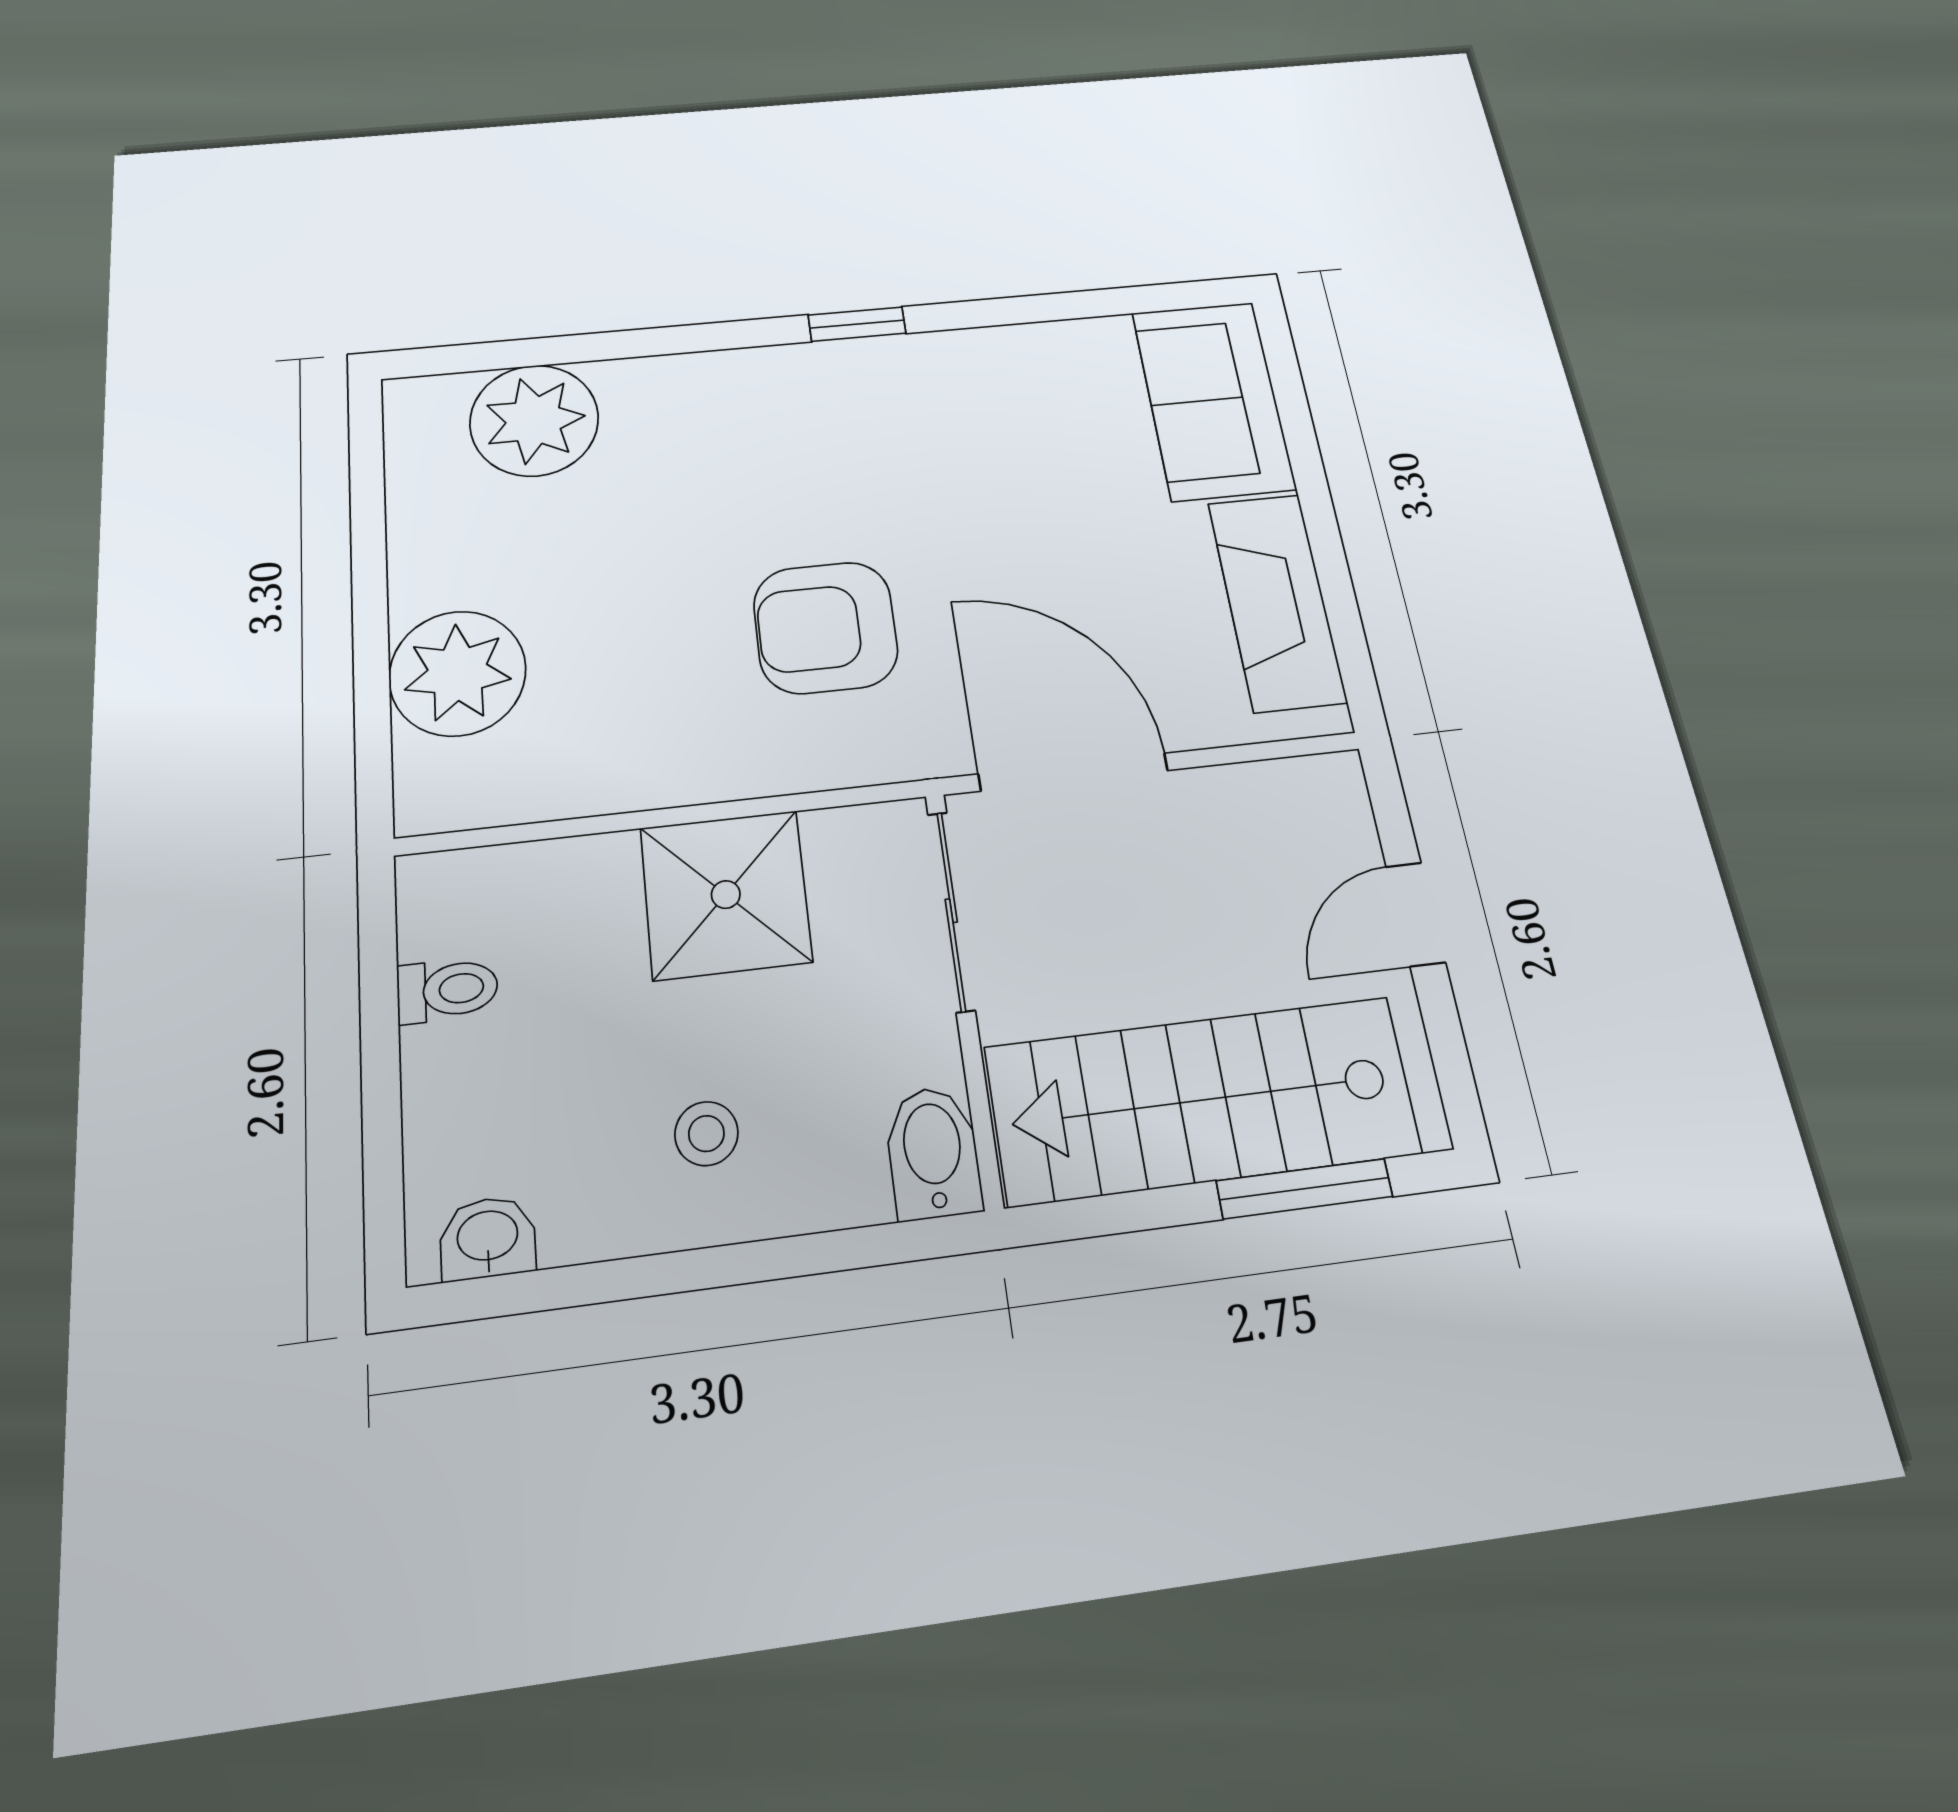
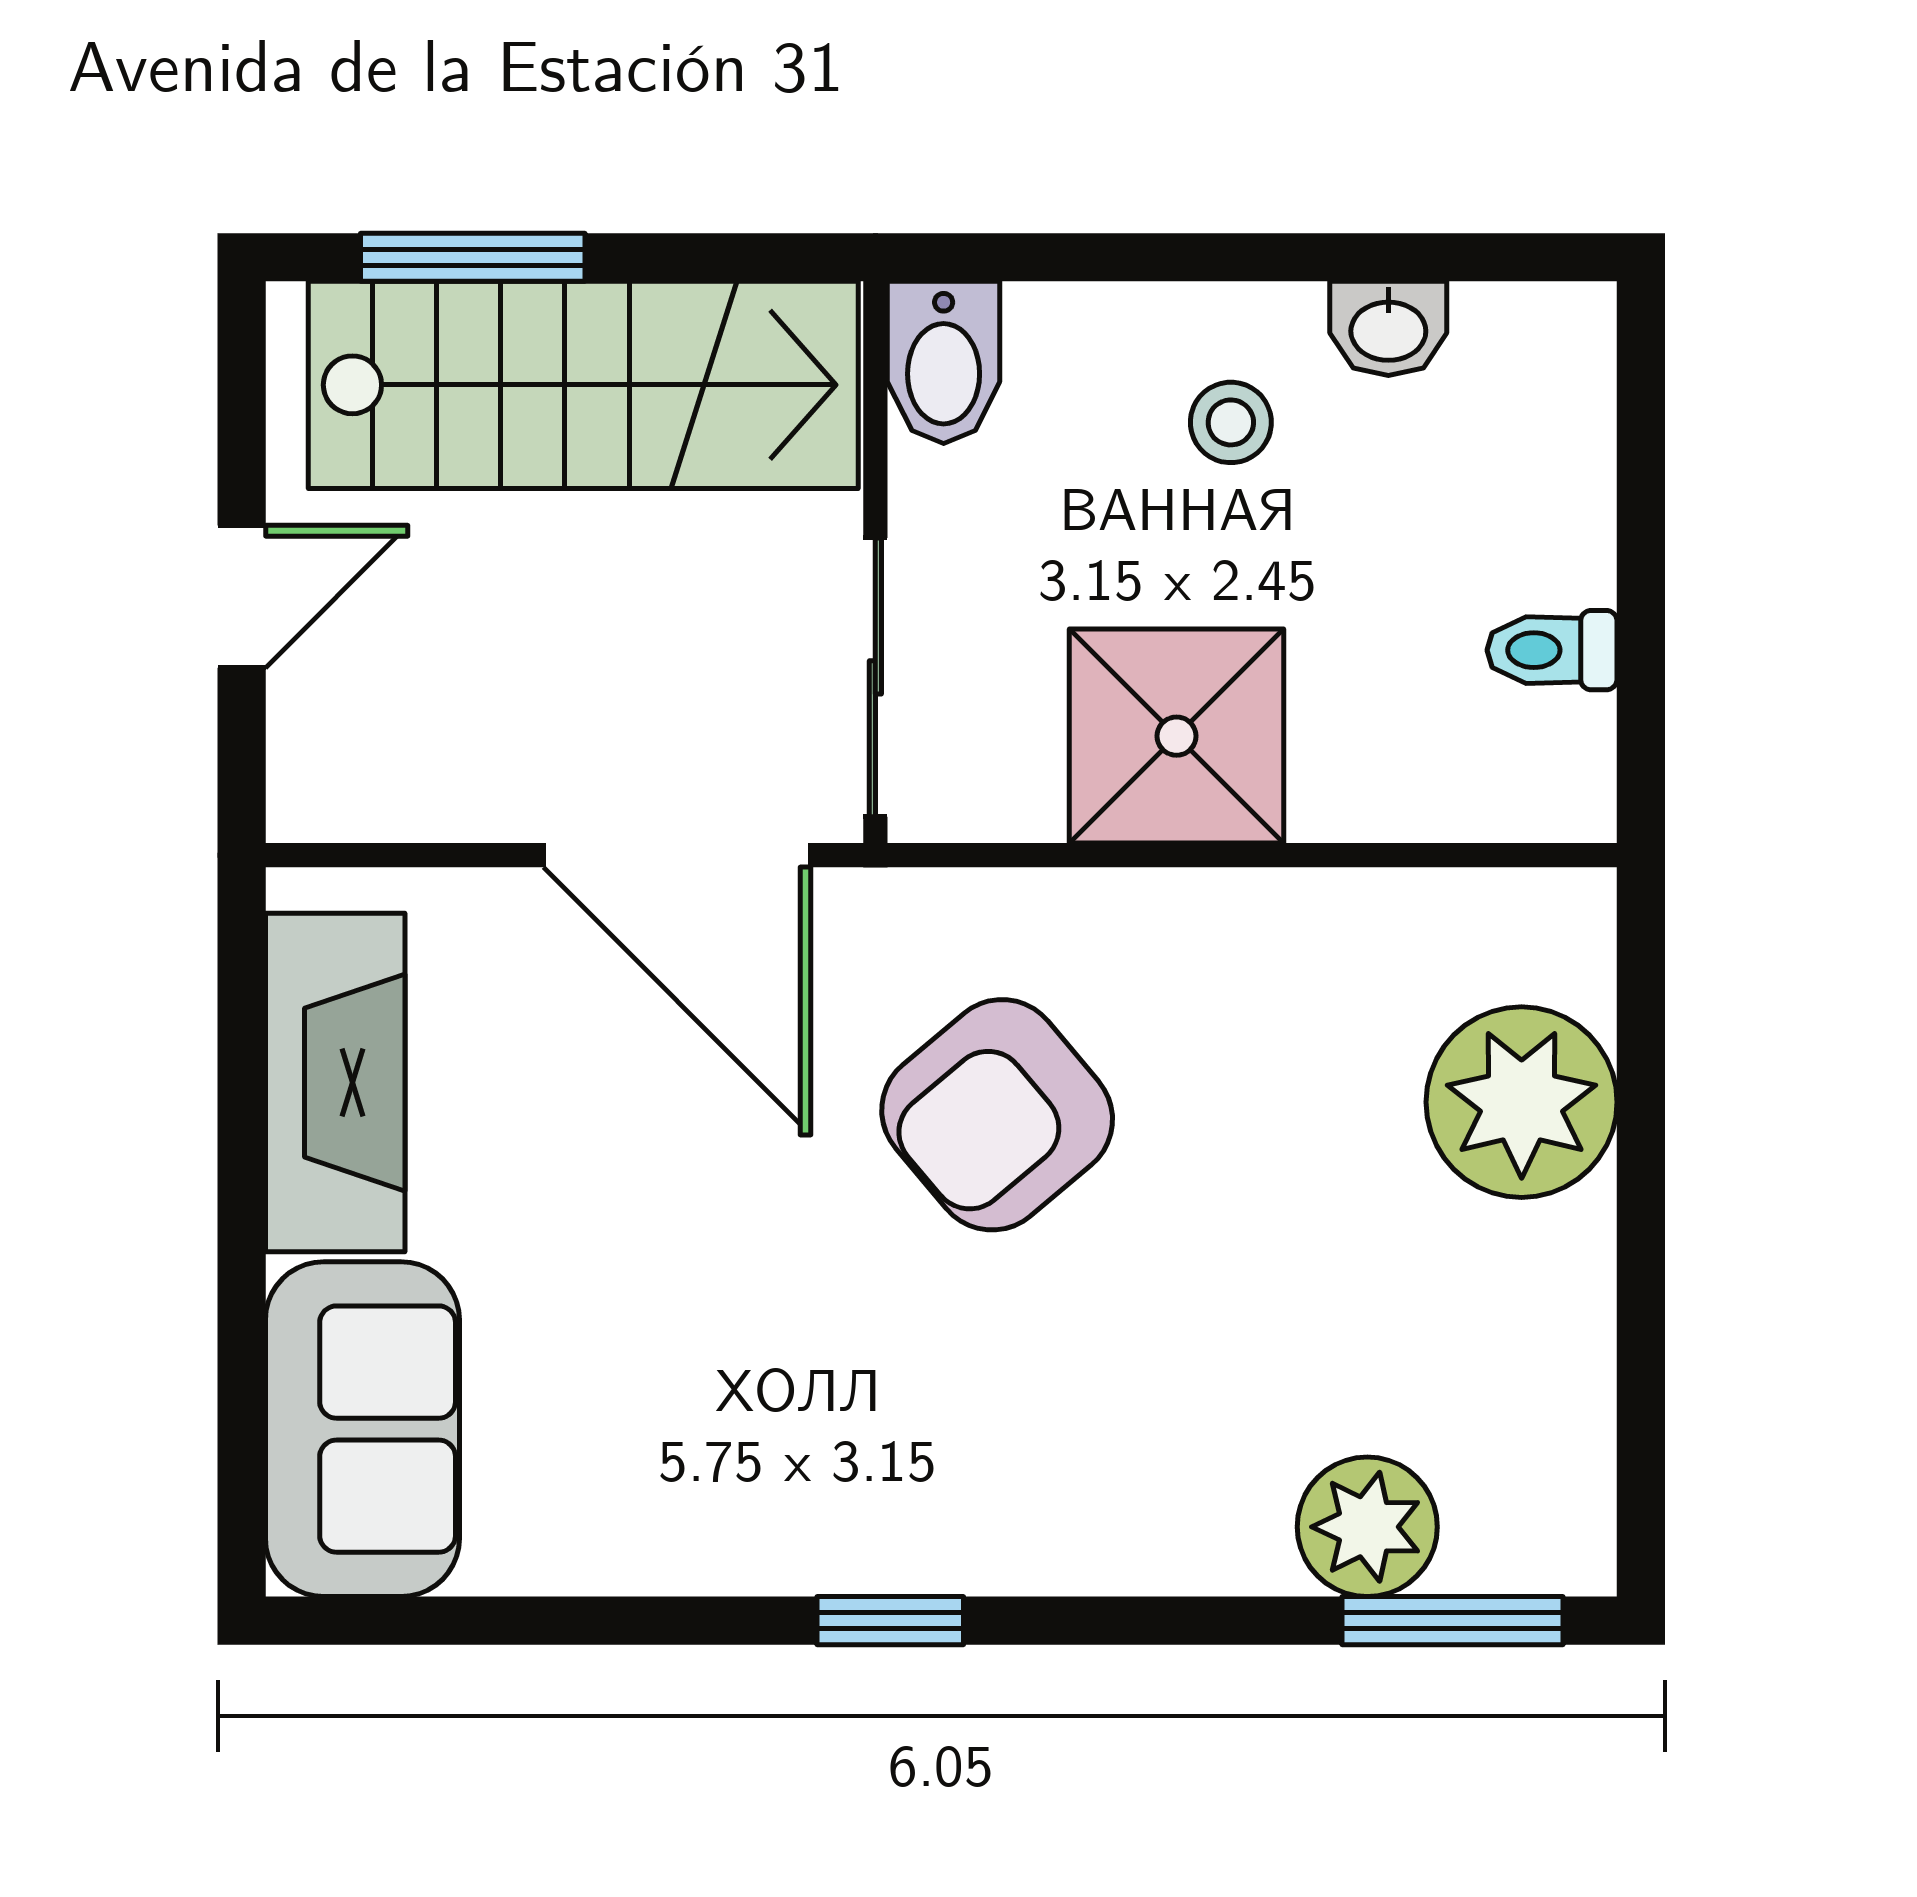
window: (490, 356) -> (1453, 1621), added
plant: (534, 420) -> (1367, 1527), width x0.73, depth x0.73
armchair: (826, 627) -> (997, 1115), turned 140
washbasin: (488, 1238) -> (1388, 328), moved

